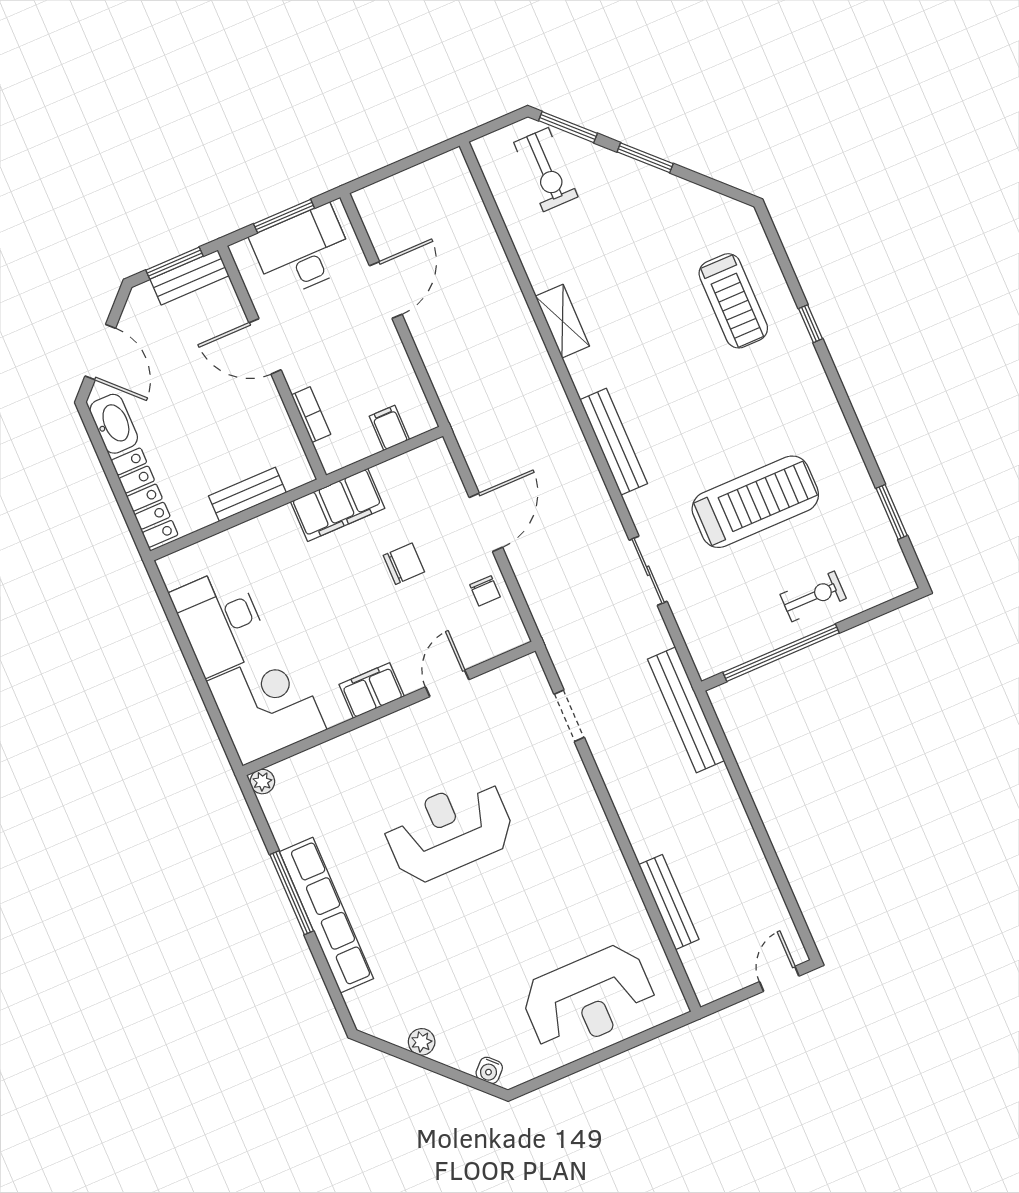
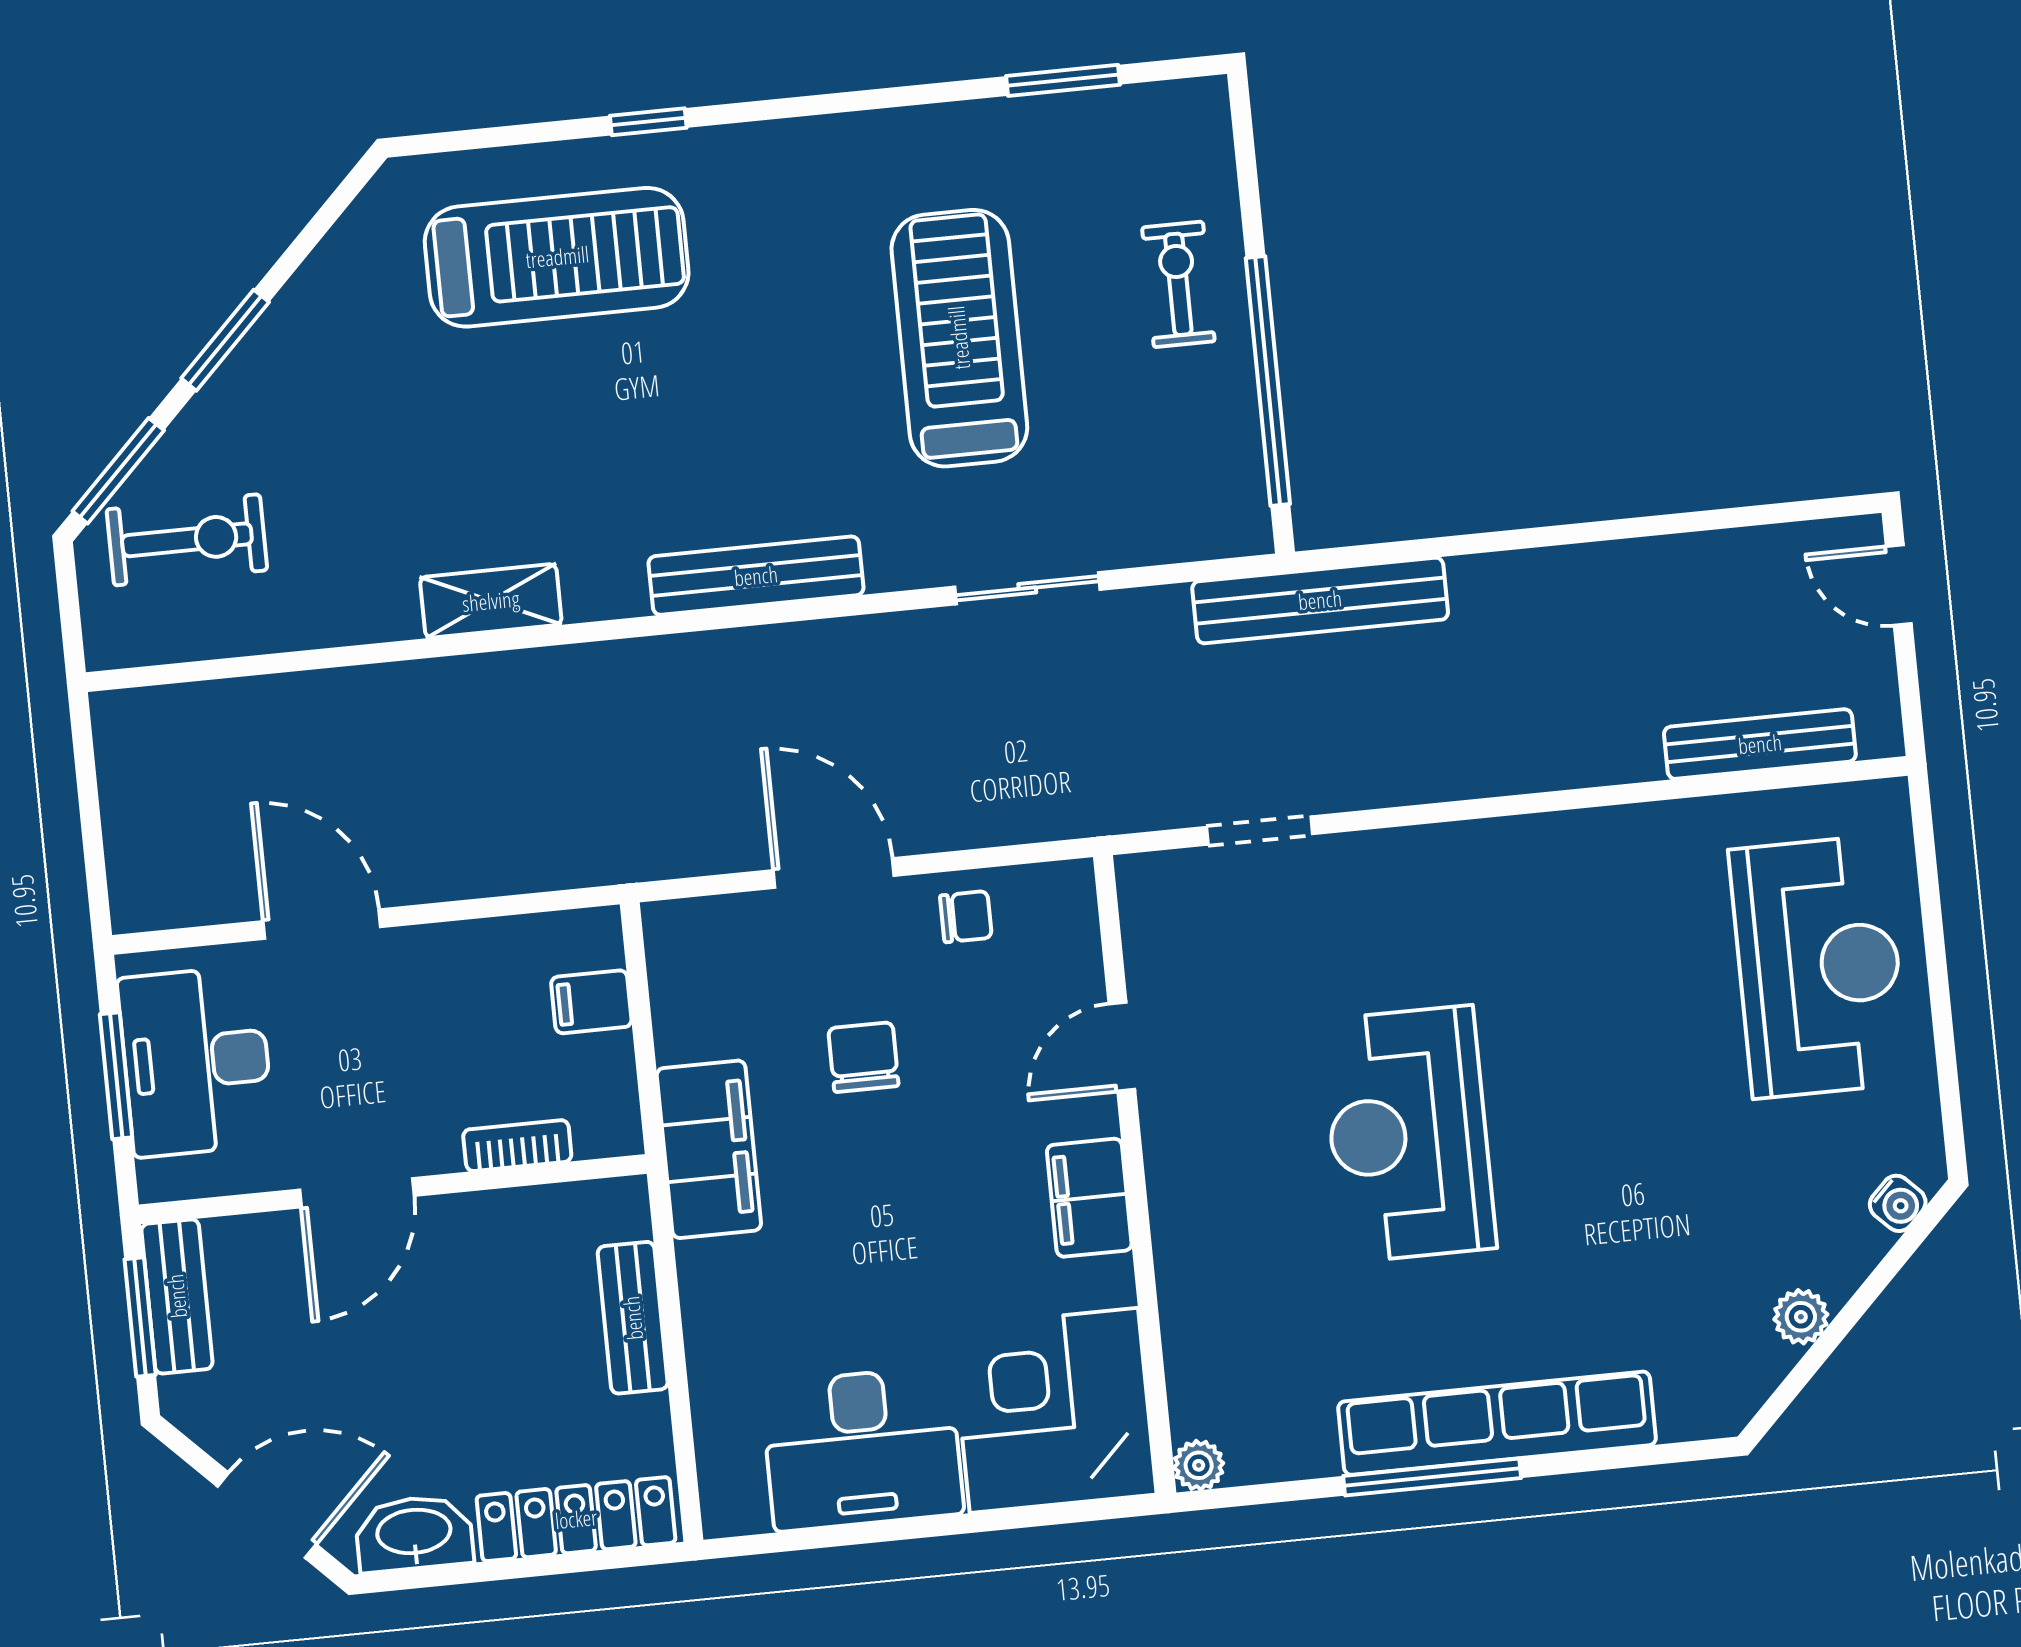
treadmill: (733, 301) -> (557, 257), width x1.37, depth x1.38
door: (447, 683) -> (1122, 1047), hinge flipped
bench: (669, 902) -> (1760, 744), moved

